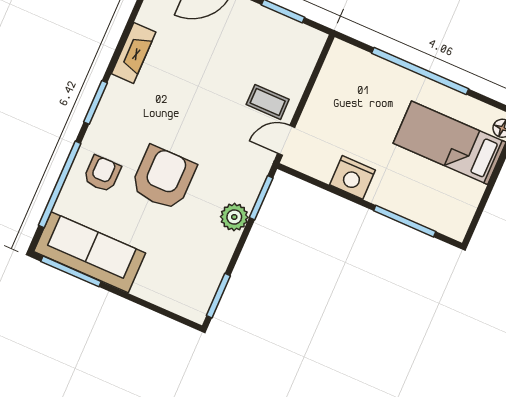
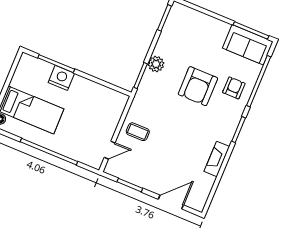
door: (286, 140) -> (110, 150), moved
armchair: (102, 174) -> (234, 88), turned 180
nightstand: (353, 177) -> (61, 78), moved
sofa: (90, 252) -> (248, 45), width x0.73

